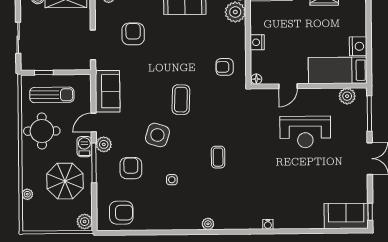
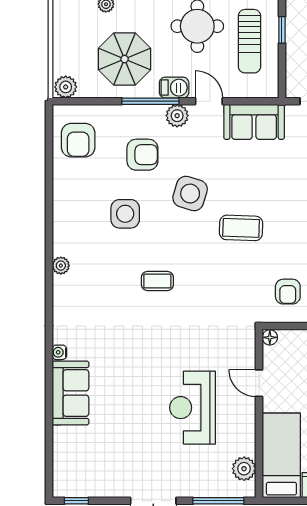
armchair: (225, 67) -> (288, 292), turned 180
side table: (172, 180) -> (125, 214), width x1.87, depth x1.87
sofa: (346, 216) -> (70, 393), moved

